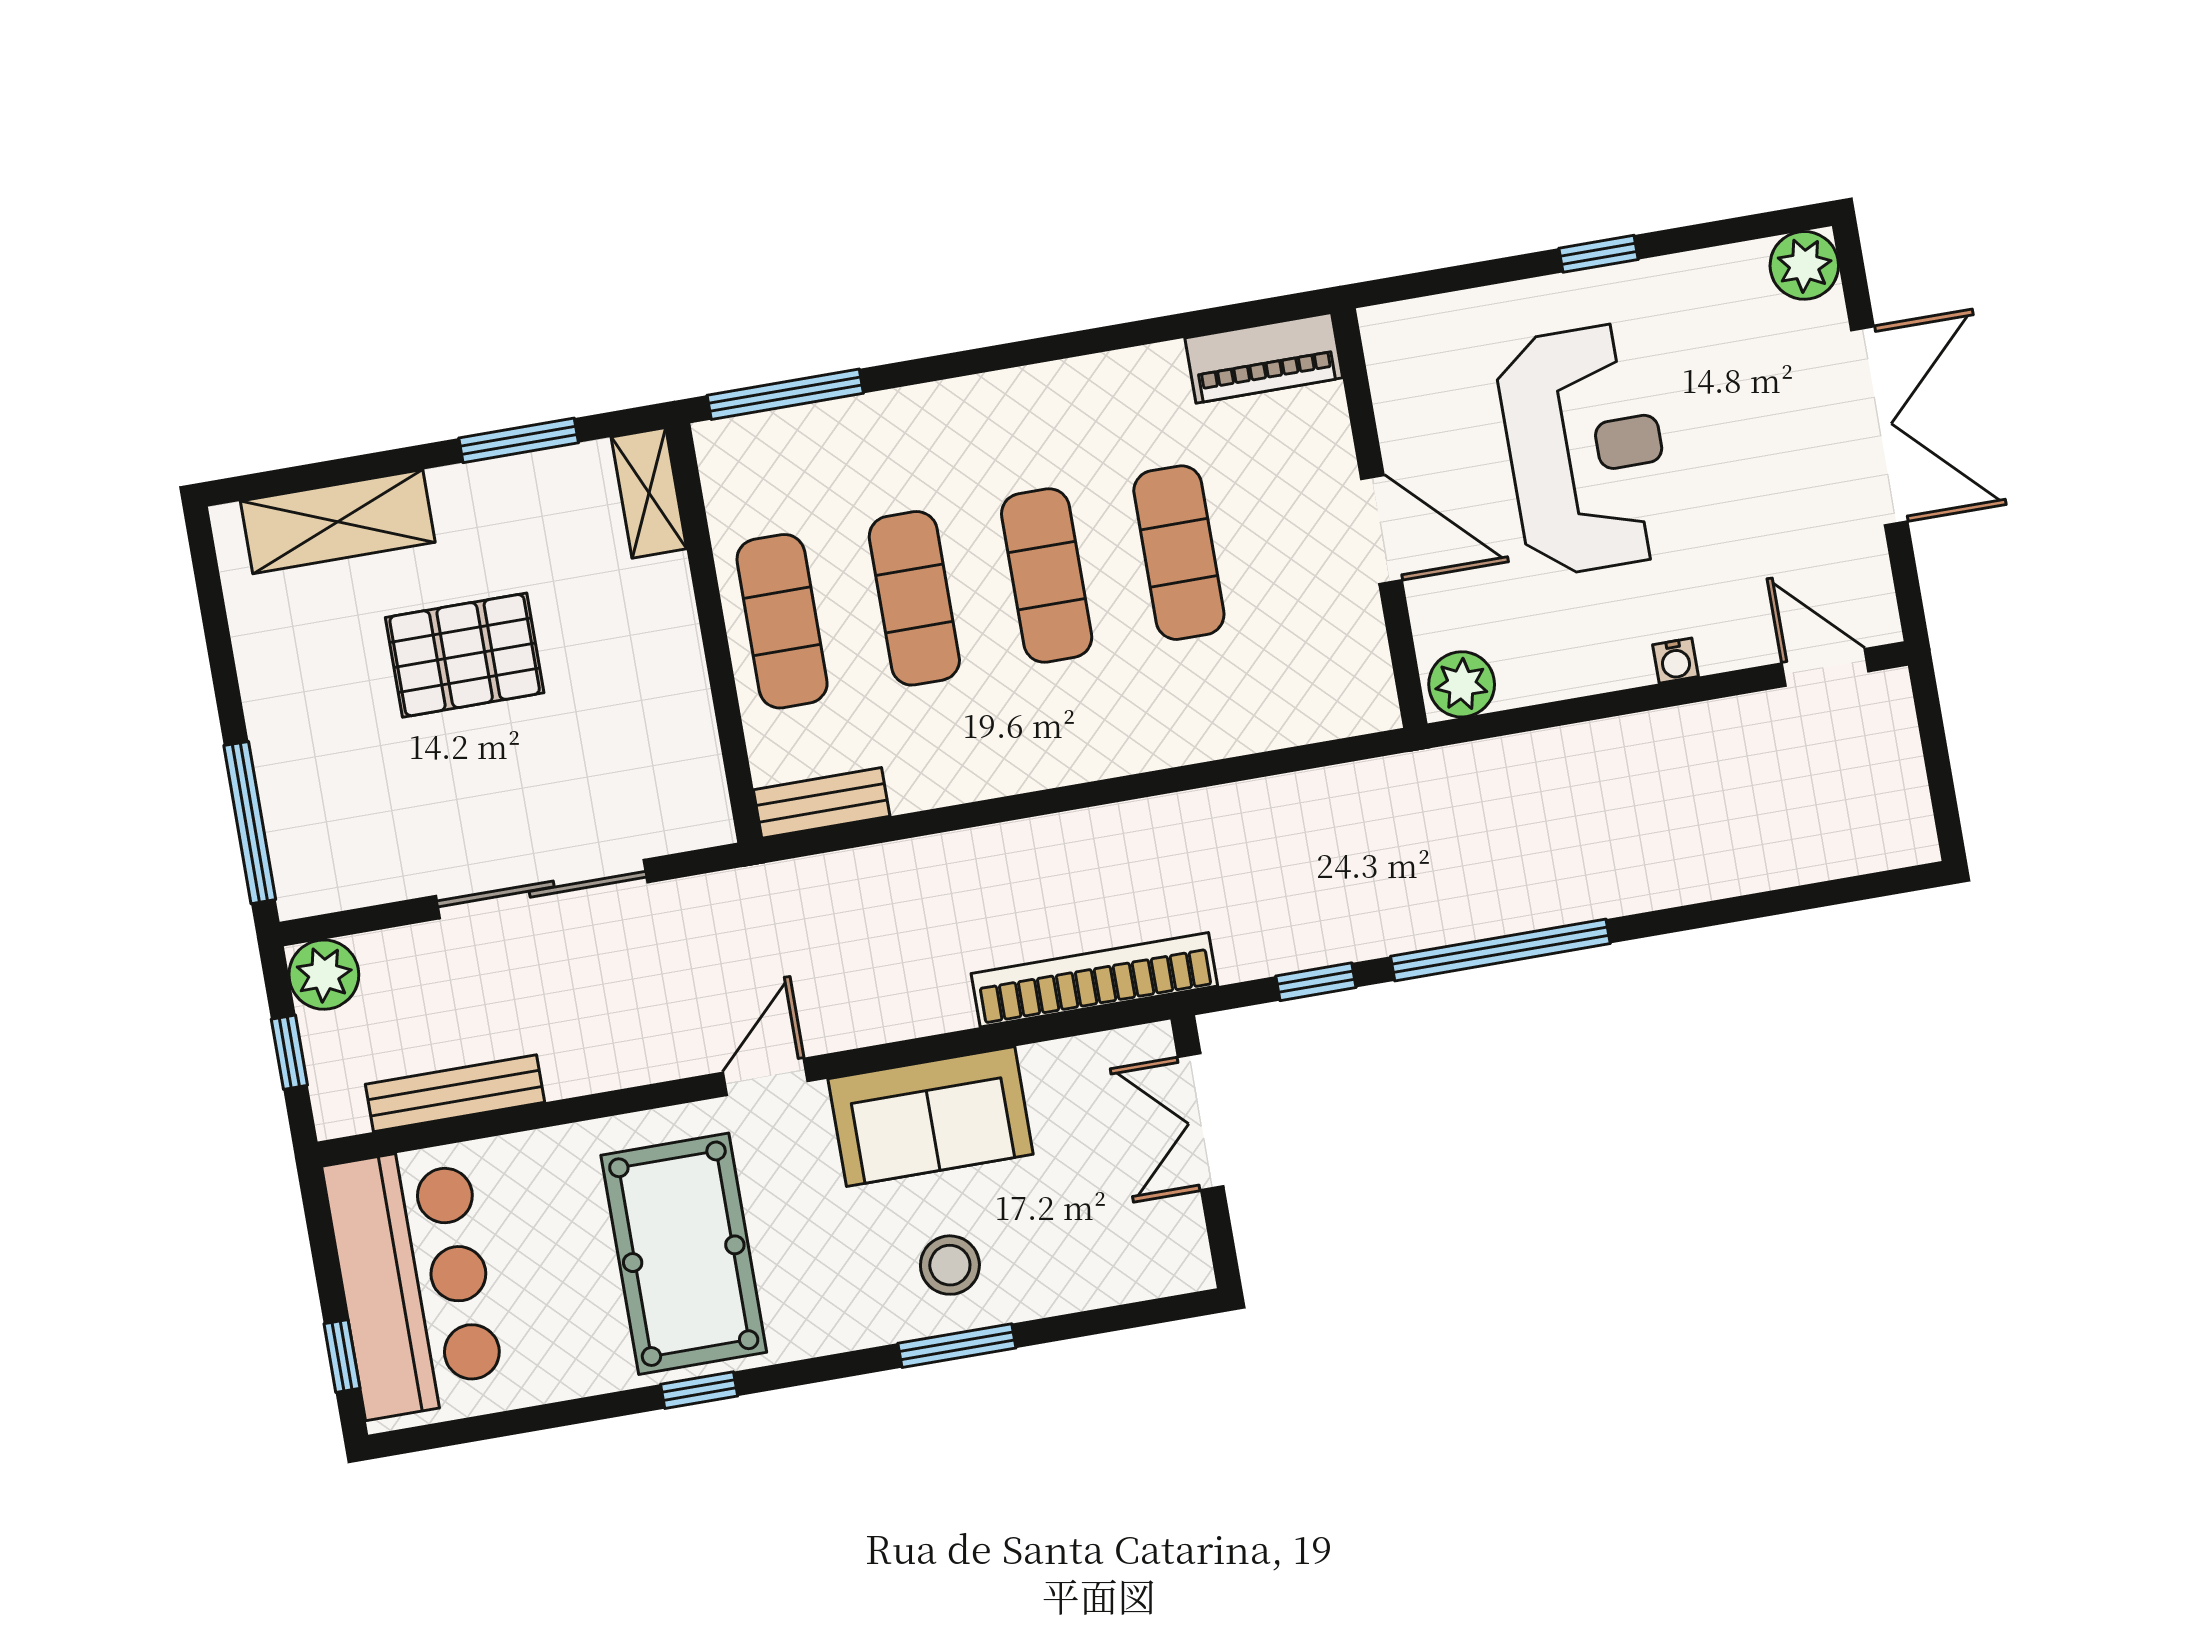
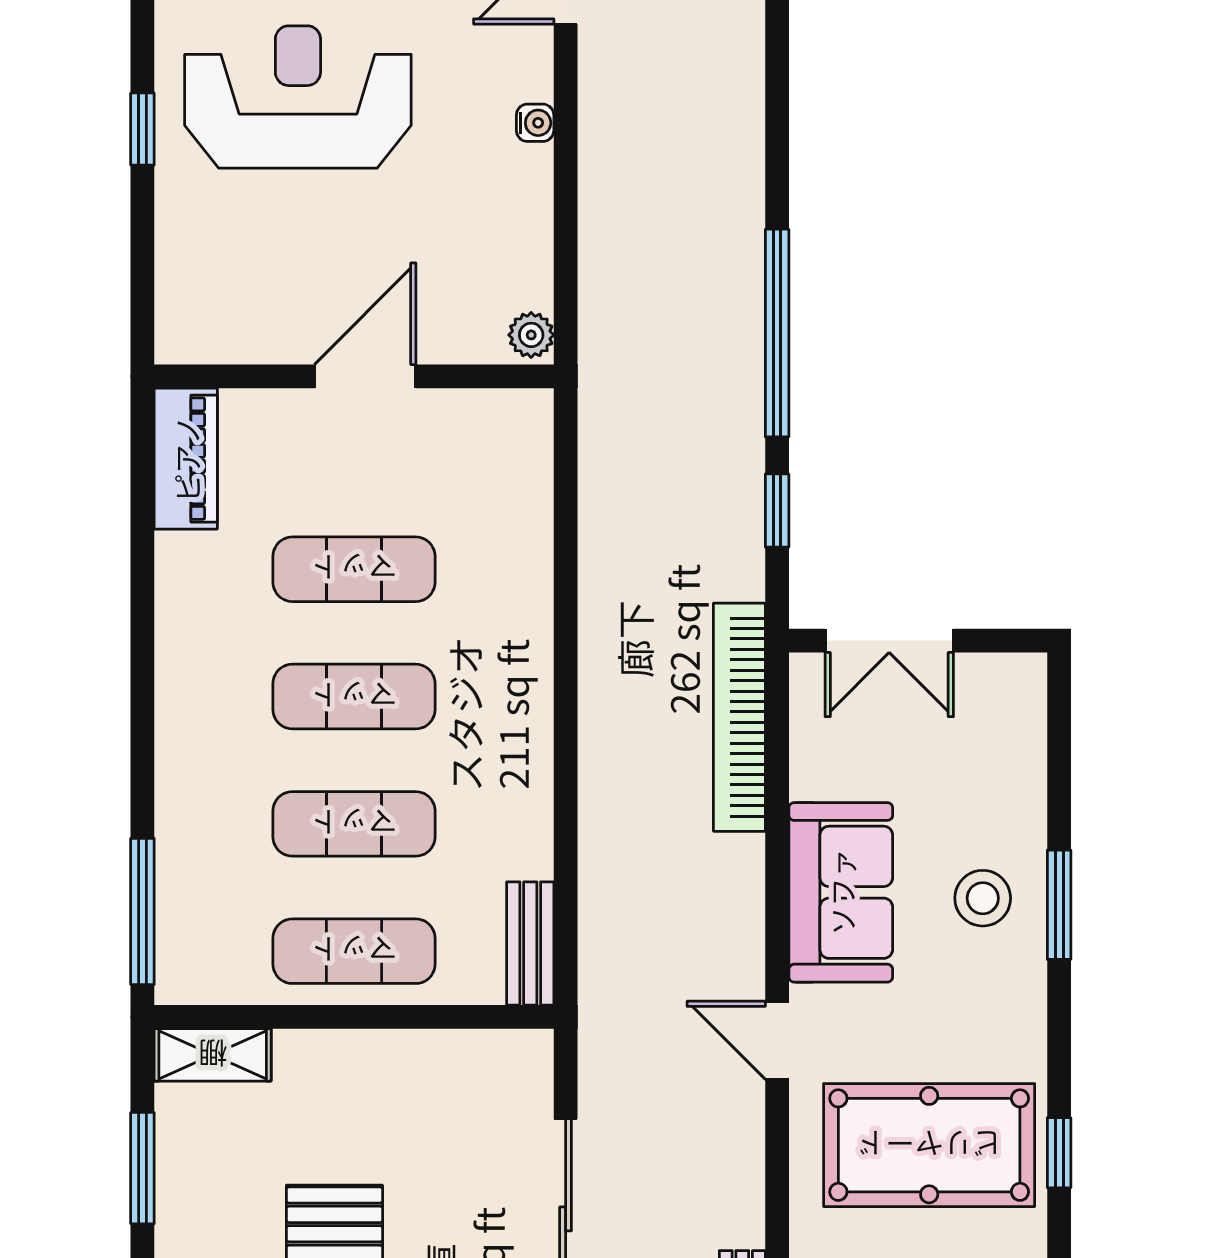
reception desk: (1586, 449) -> (298, 97), moved
plant: (1462, 684) -> (531, 335), width x0.73, depth x0.73

